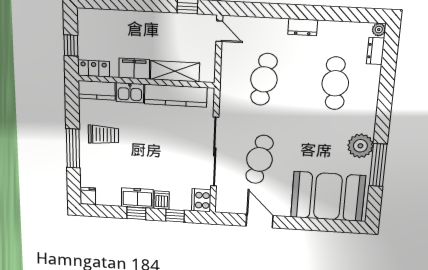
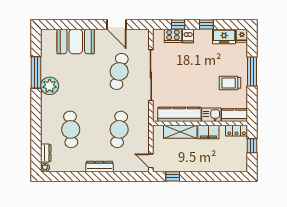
dresser: (303, 27) -> (99, 166), width x1.44
booth: (328, 196) -> (76, 41), width x0.73, depth x0.70
freezer: (137, 198) -> (224, 36), moved
cooker: (201, 200) -> (173, 36), moved, turned 90

